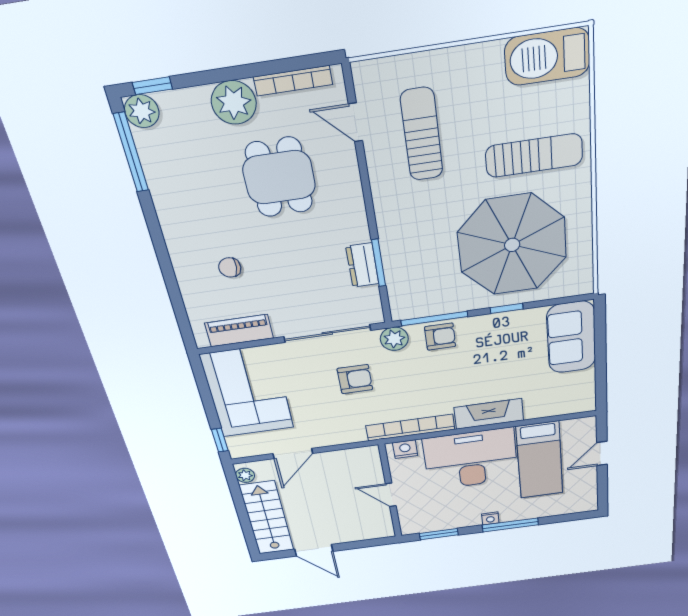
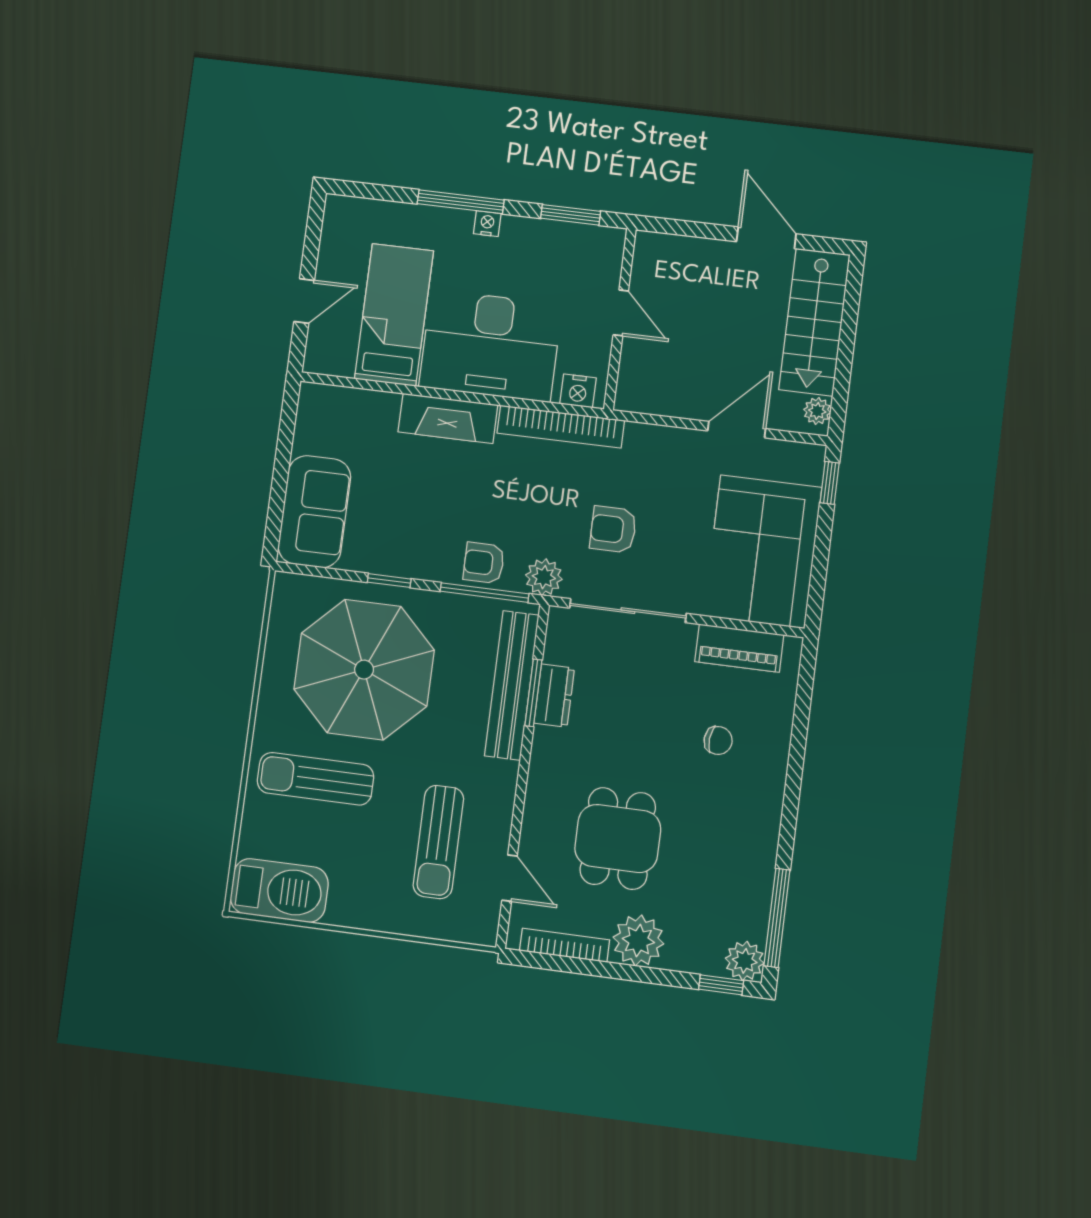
bench: (396, 264) -> (512, 685), added

